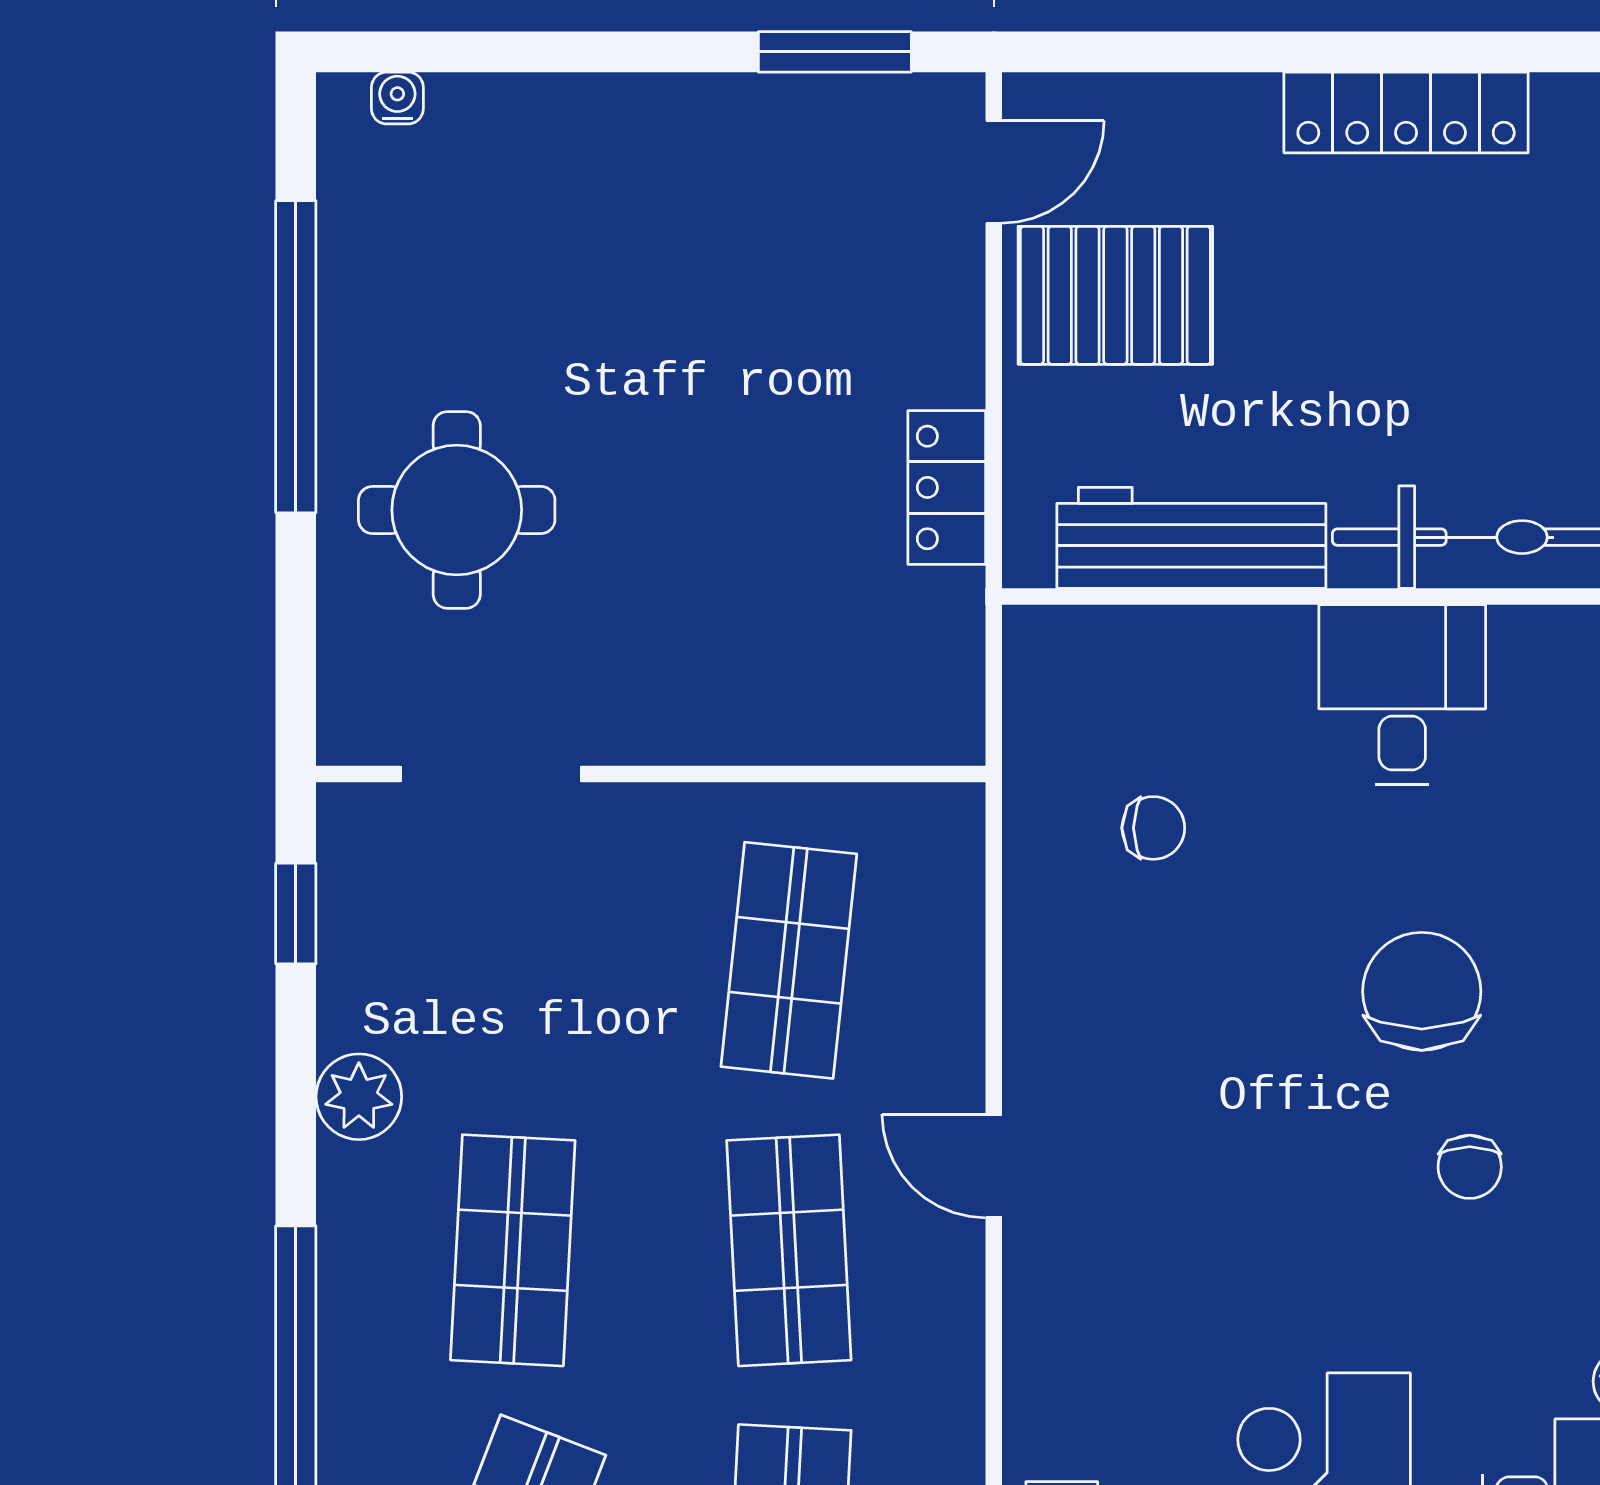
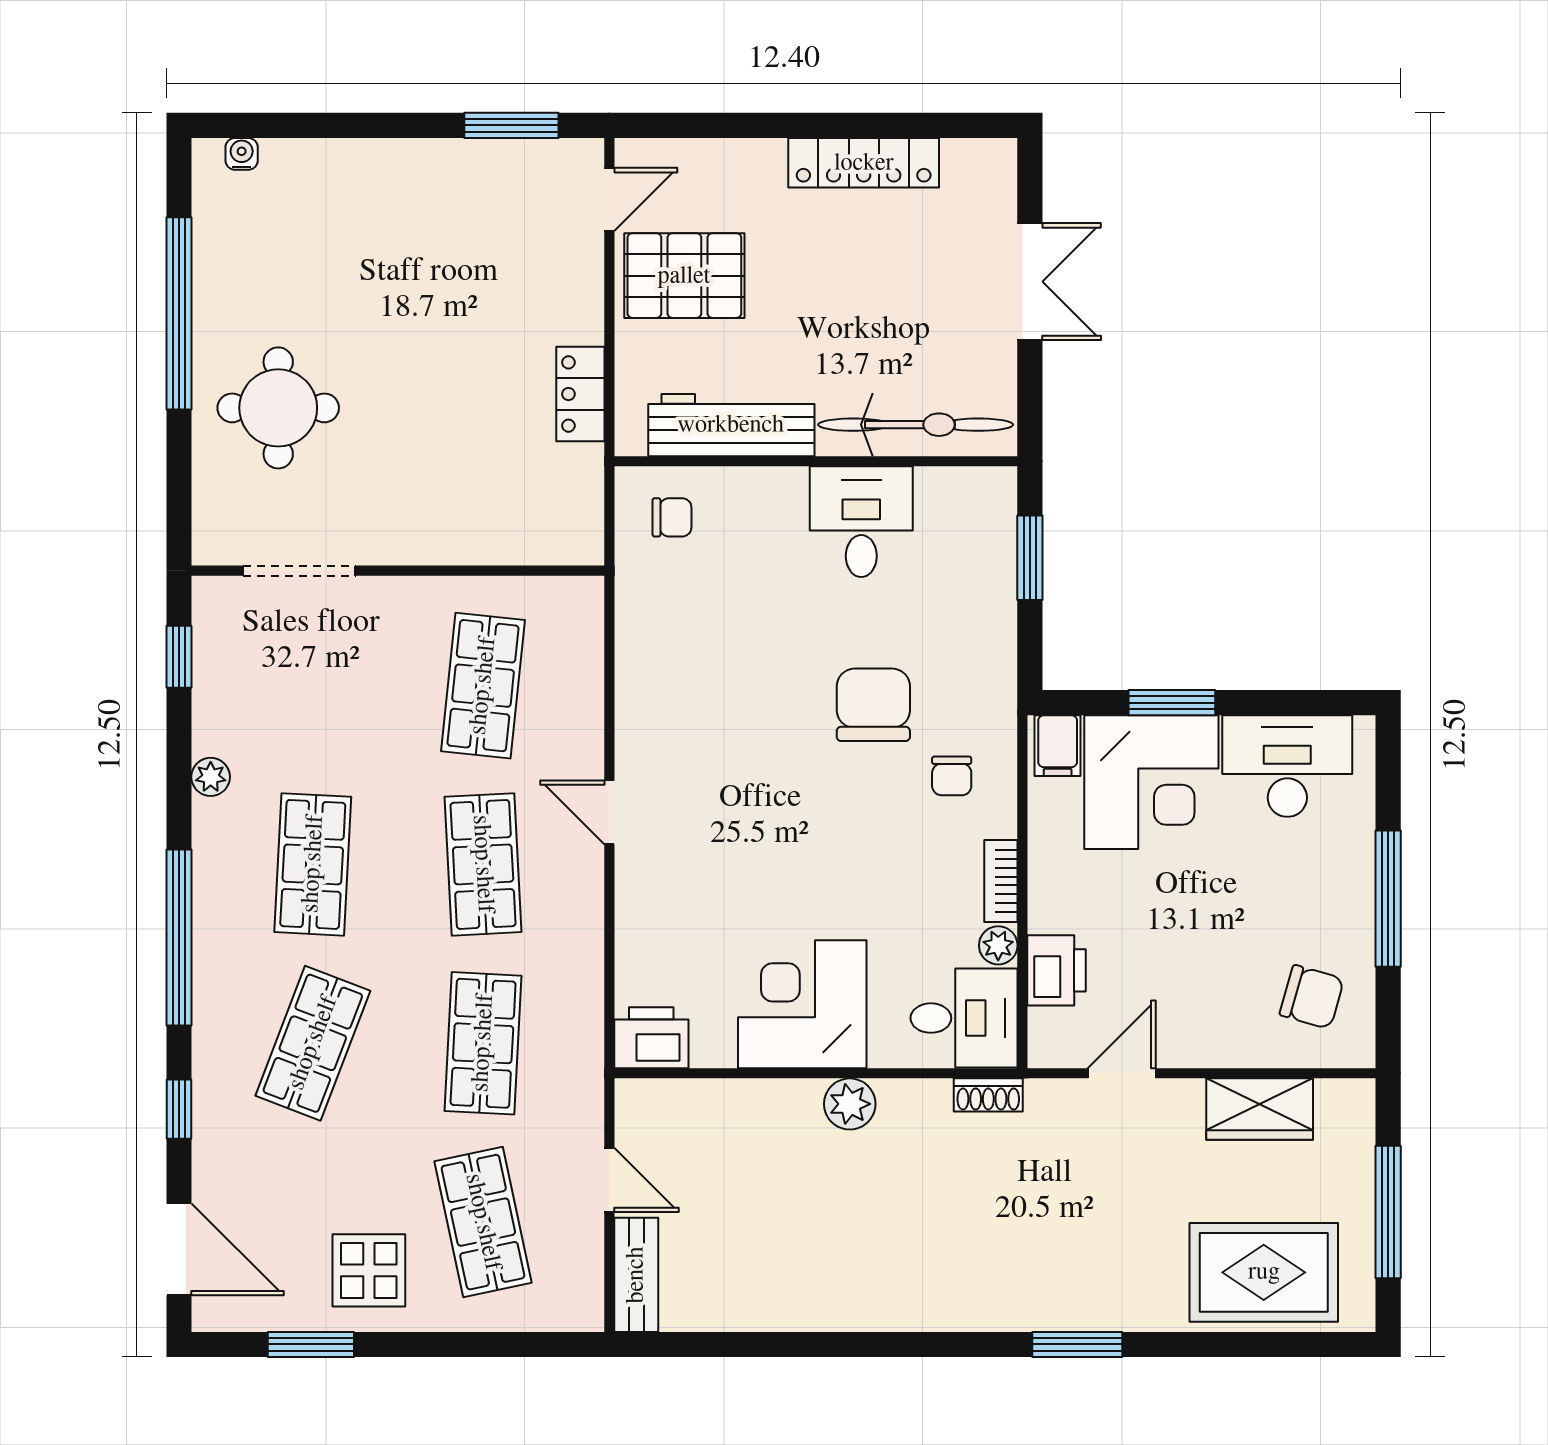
chair: (1153, 828) -> (672, 517), moved
plant: (359, 1097) -> (211, 777), width x0.73, depth x0.73
chair: (1470, 1167) -> (952, 776), moved

